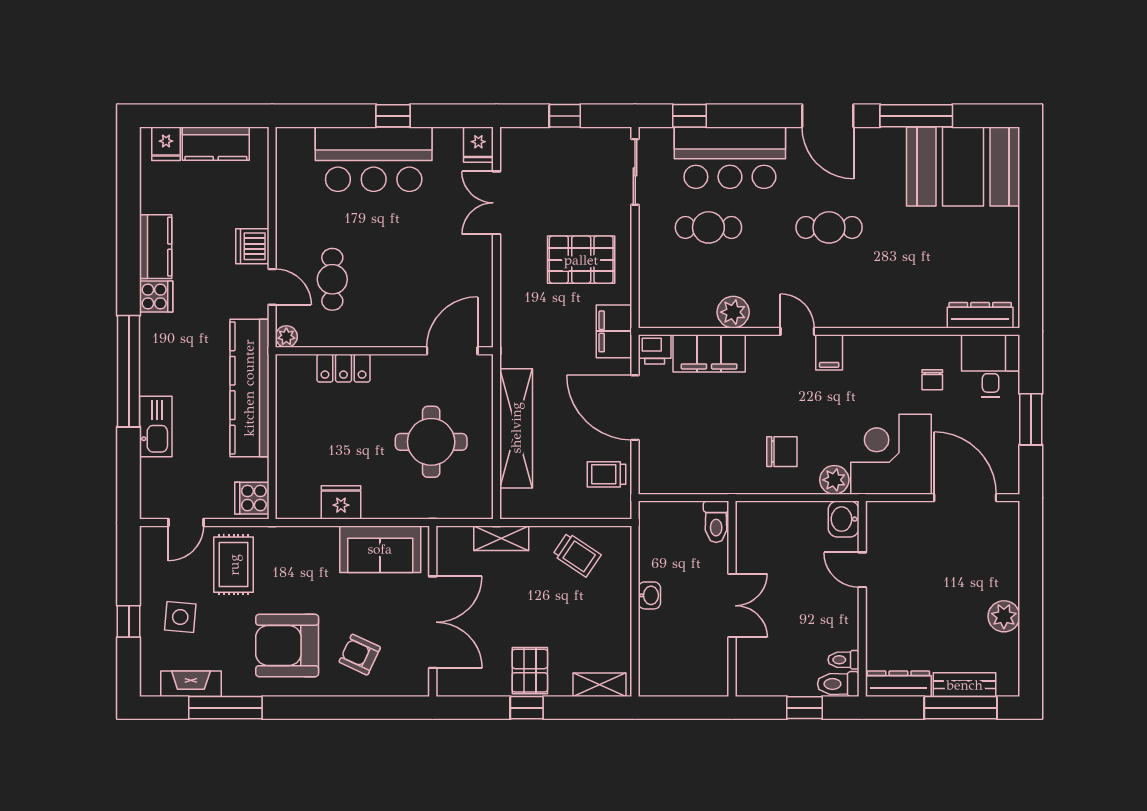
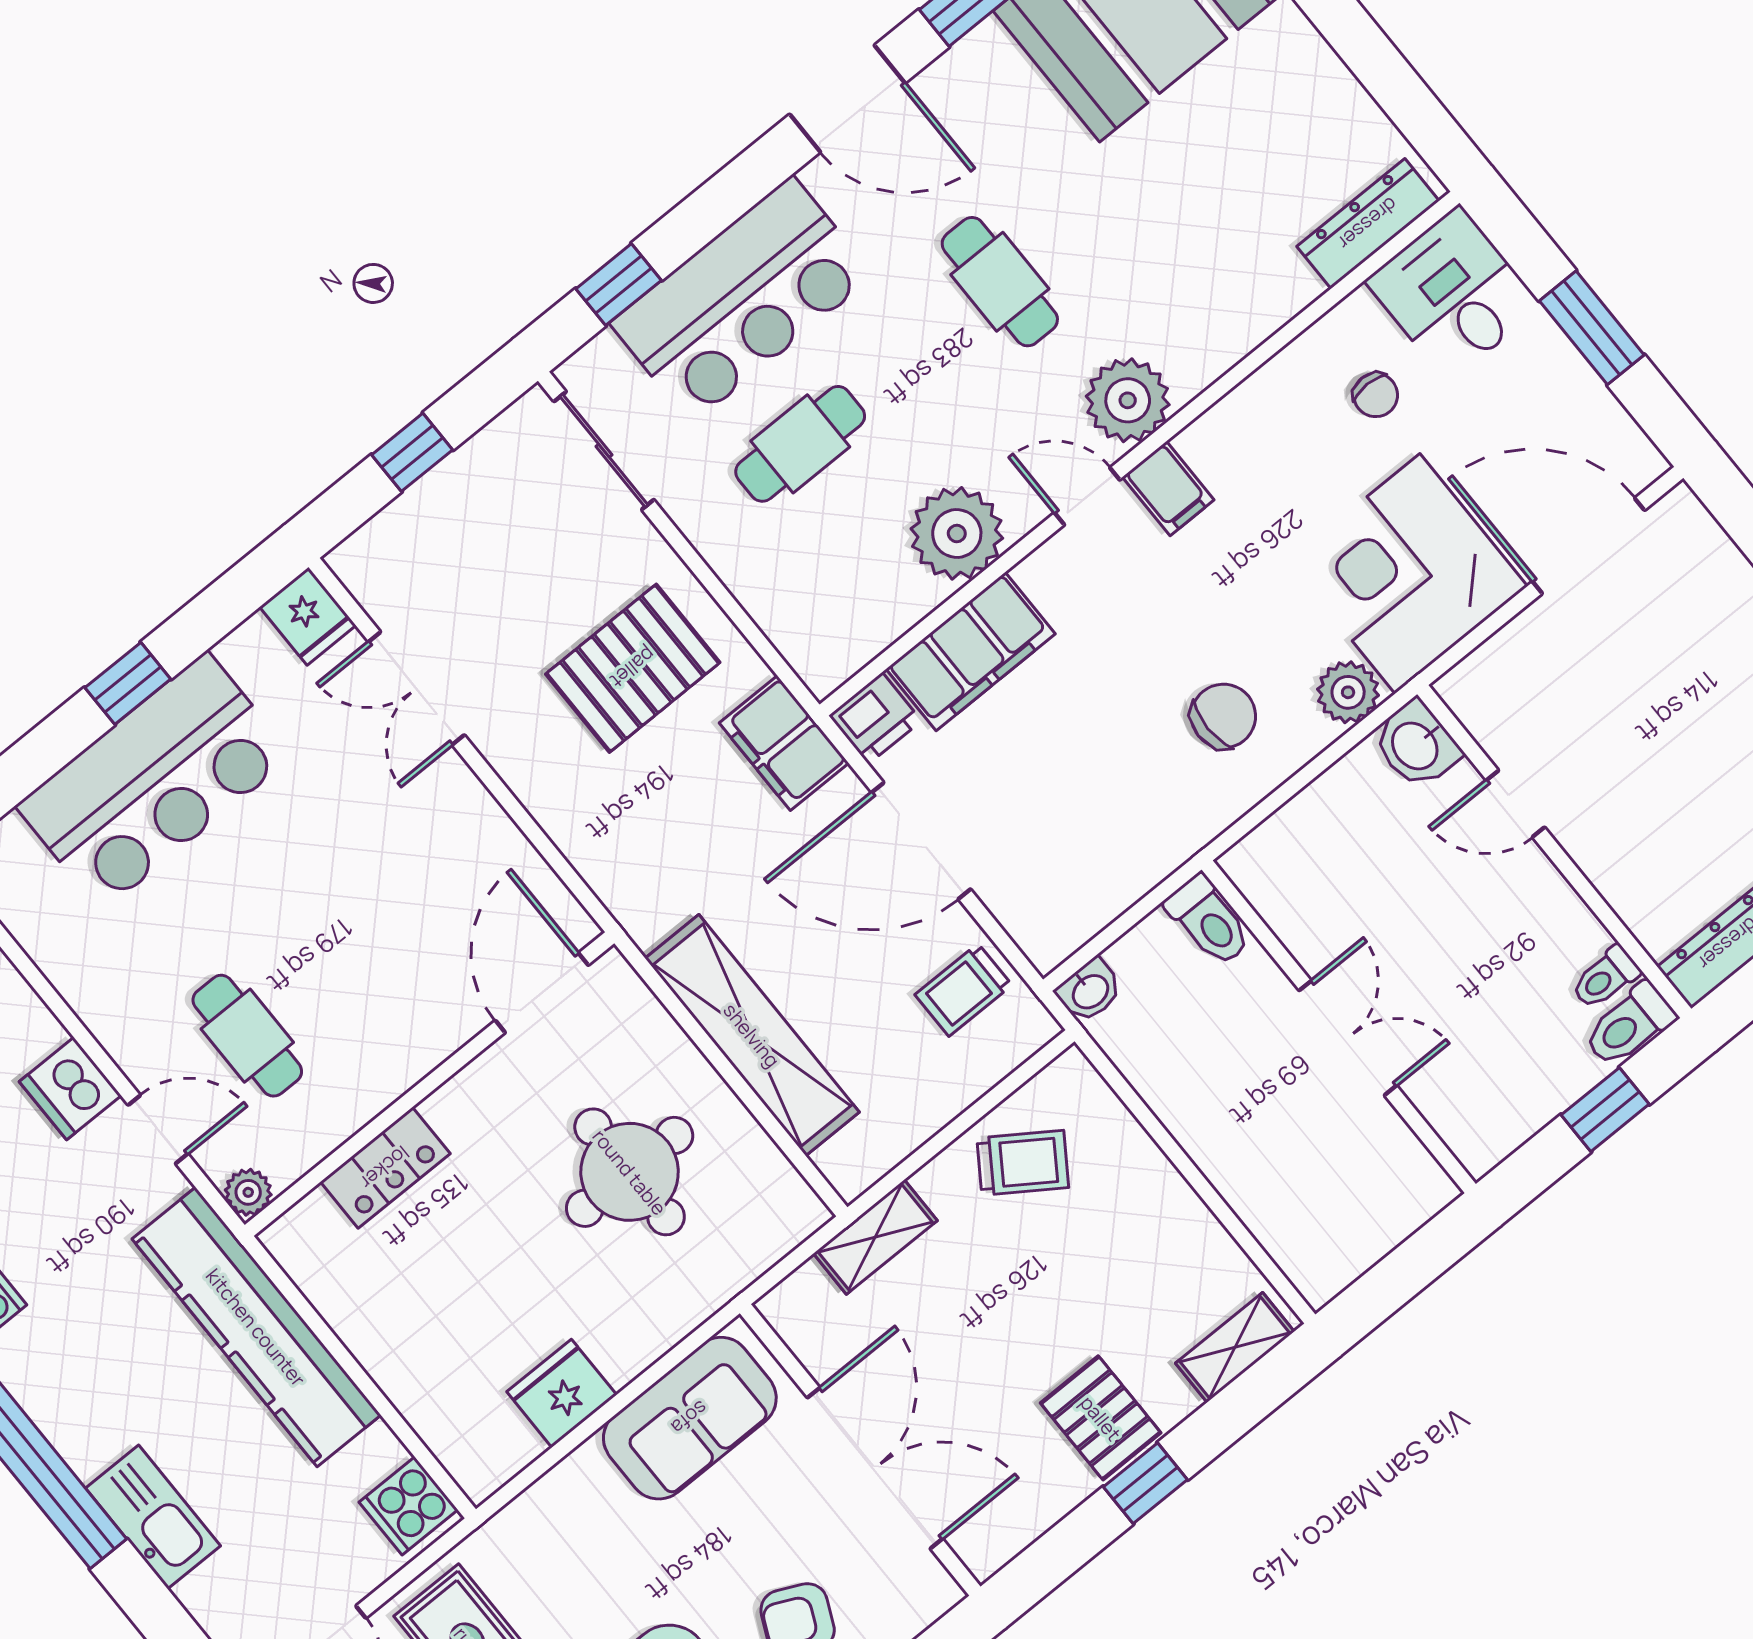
cafe table: (829, 227) -> (1000, 282), turned 90
plant: (840, 308) -> (1128, 400), added
plant: (733, 312) -> (957, 533), width x1.36, depth x1.36
washbasin: (649, 595) -> (1090, 991), moved, turned 90

